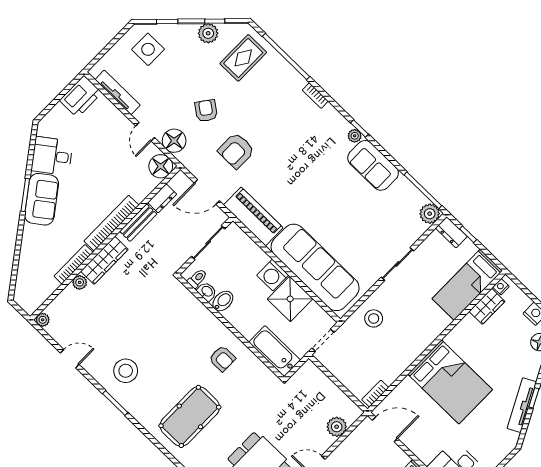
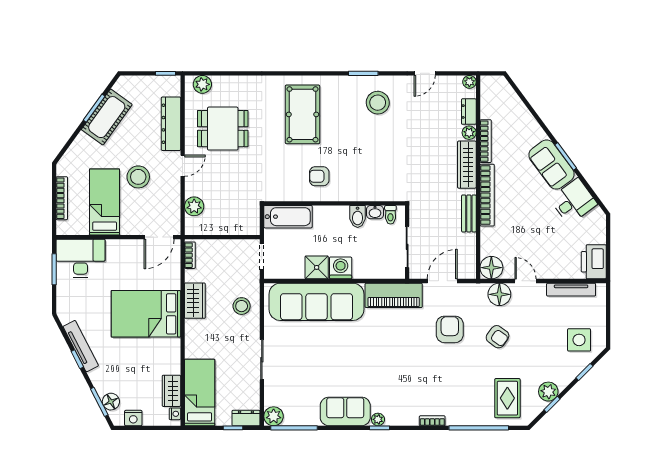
dresser: (162, 198) -> (469, 112), moved
shower: (290, 299) -> (317, 267), width x0.73, depth x0.73
wardrobe: (404, 356) -> (195, 301), added

